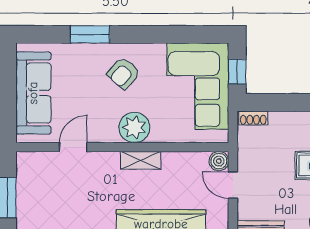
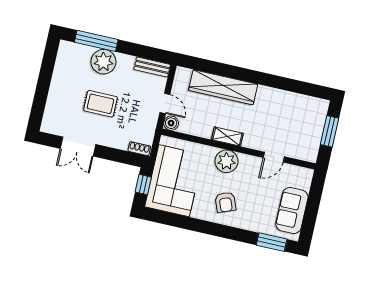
window: (90, 34) -> (272, 242), moved
armchair: (124, 73) -> (225, 202), turned 118
sofa: (33, 93) -> (292, 211), width x0.73

